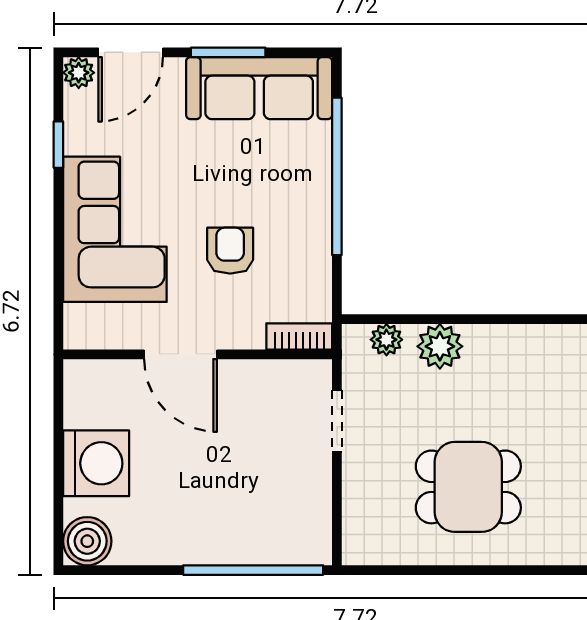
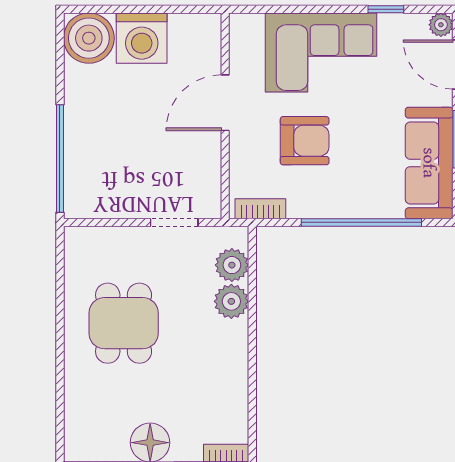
armchair: (230, 251) -> (305, 141), width x1.38, depth x1.38
bookcase: (299, 336) -> (260, 209), moved, turned -90
plant: (386, 340) -> (232, 265), width x1.38, depth x1.38
boiler: (87, 541) -> (89, 38), width x1.37, depth x1.37

